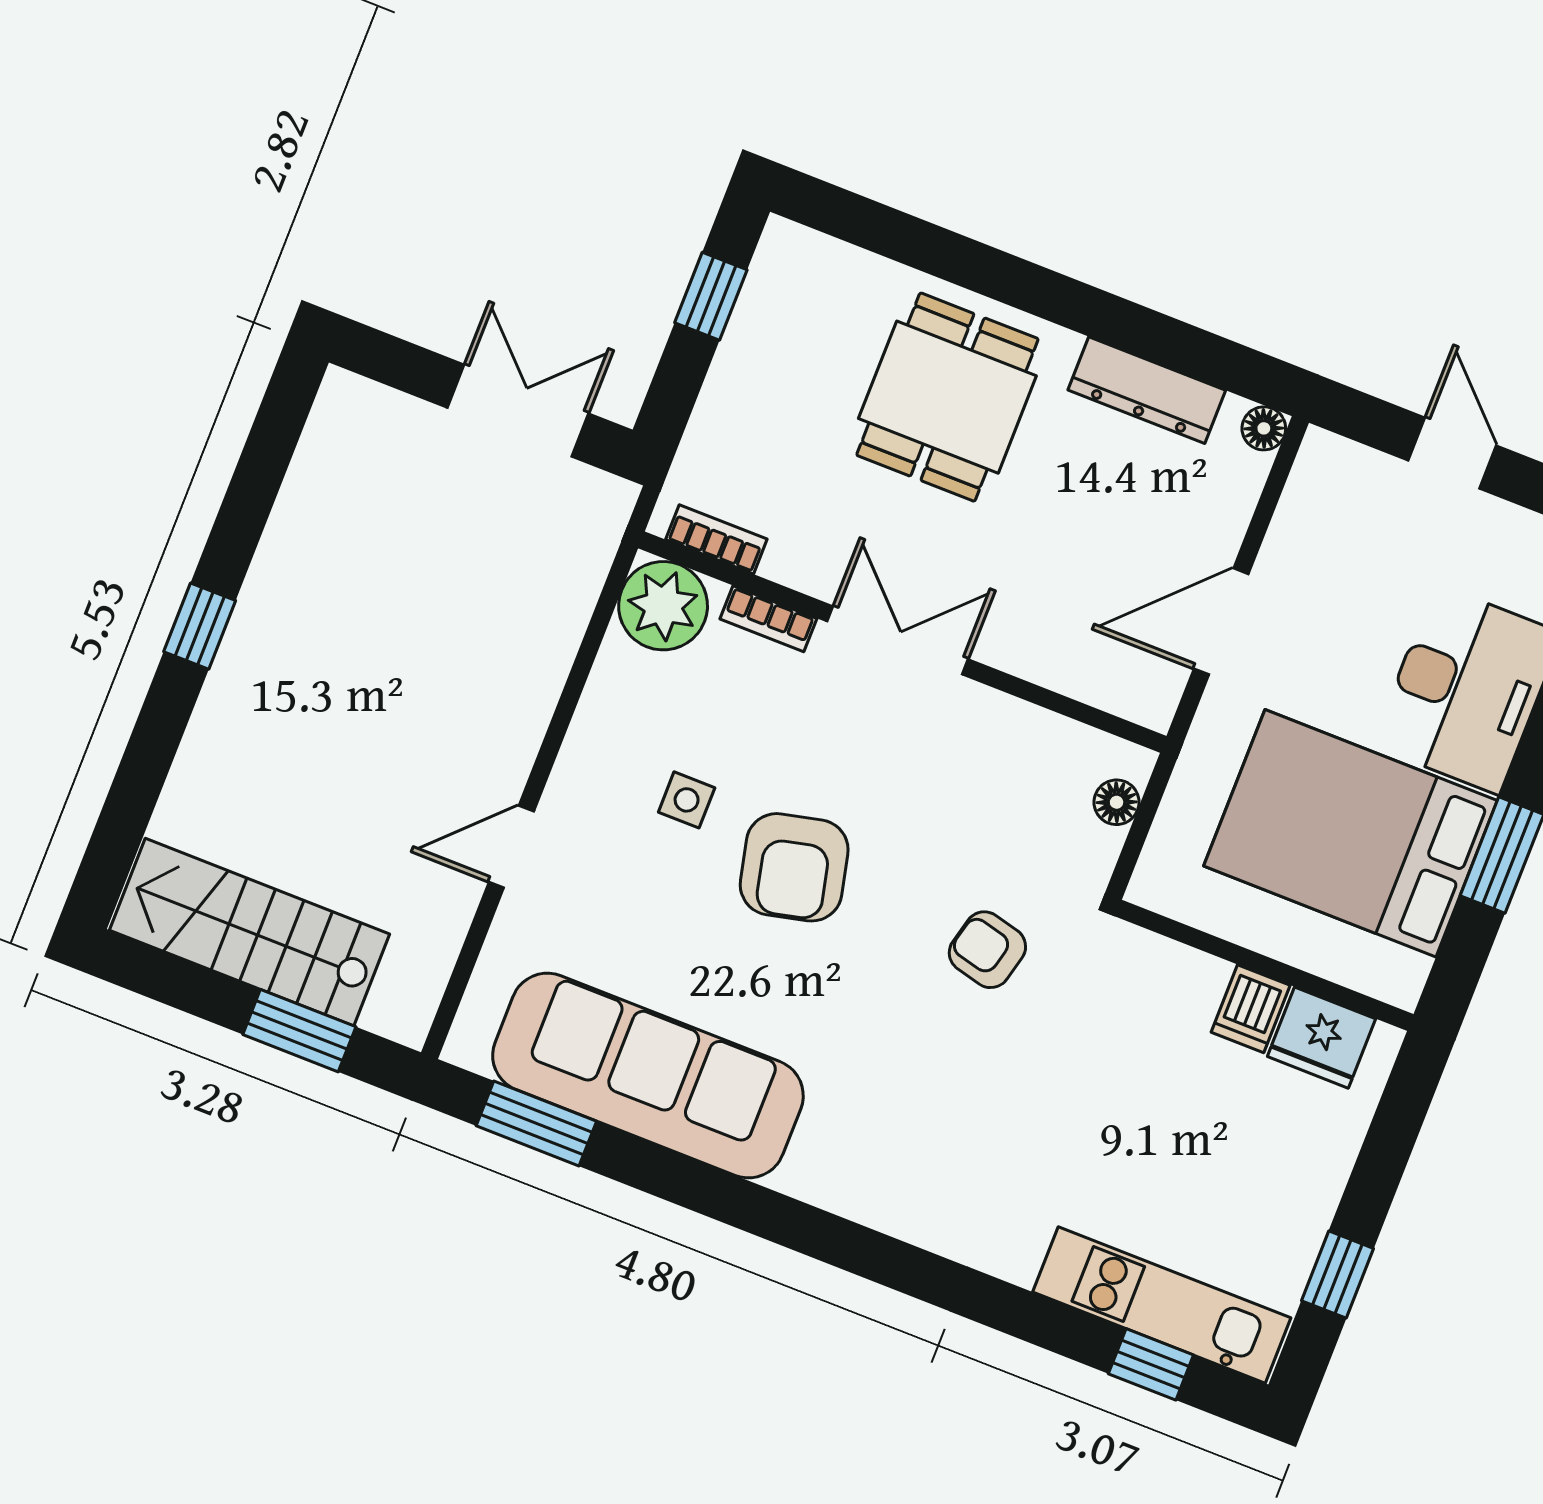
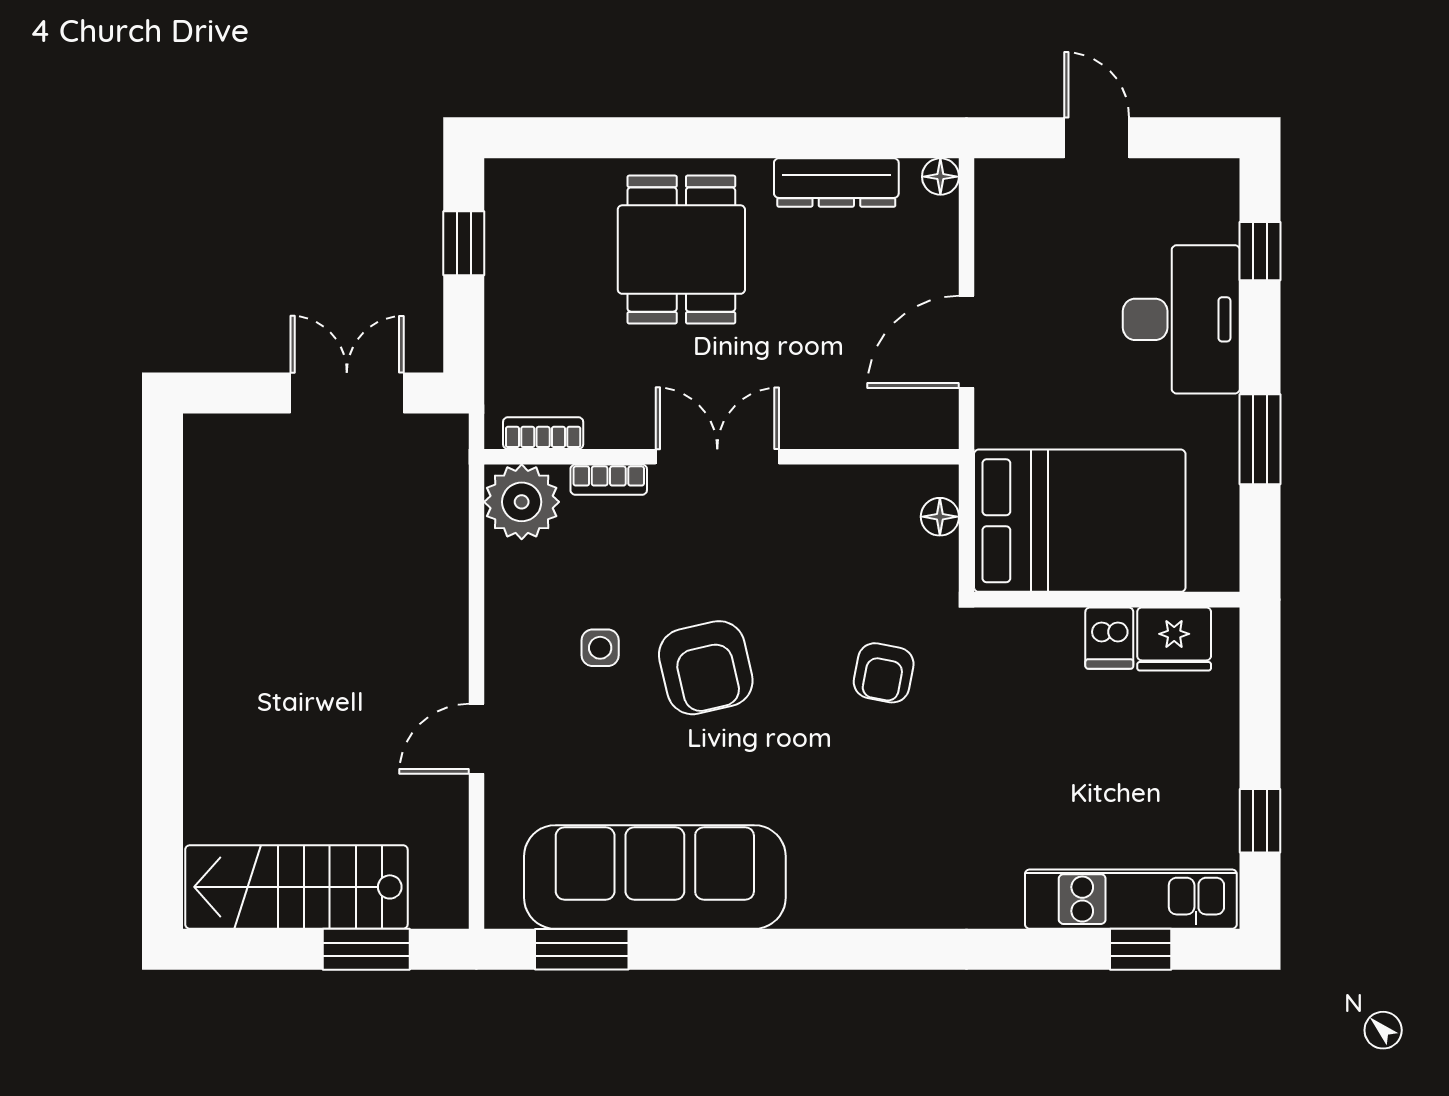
window: (200, 626) -> (163, 661), removed
bed: (1351, 833) -> (1080, 521), moved, turned 180
armchair: (987, 950) -> (884, 673), turned -93

